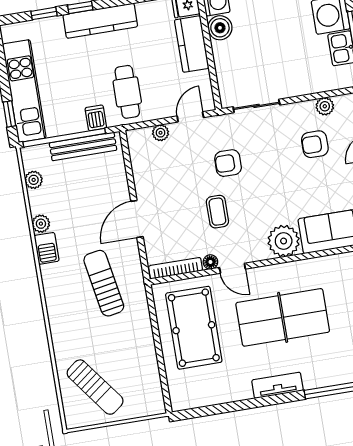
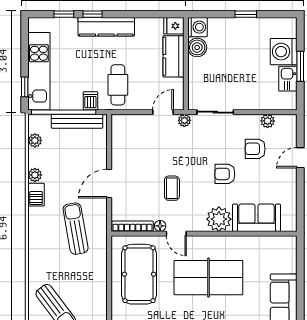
plant: (161, 133) -> (184, 120), moved
armchair: (228, 163) -> (225, 174), moved

